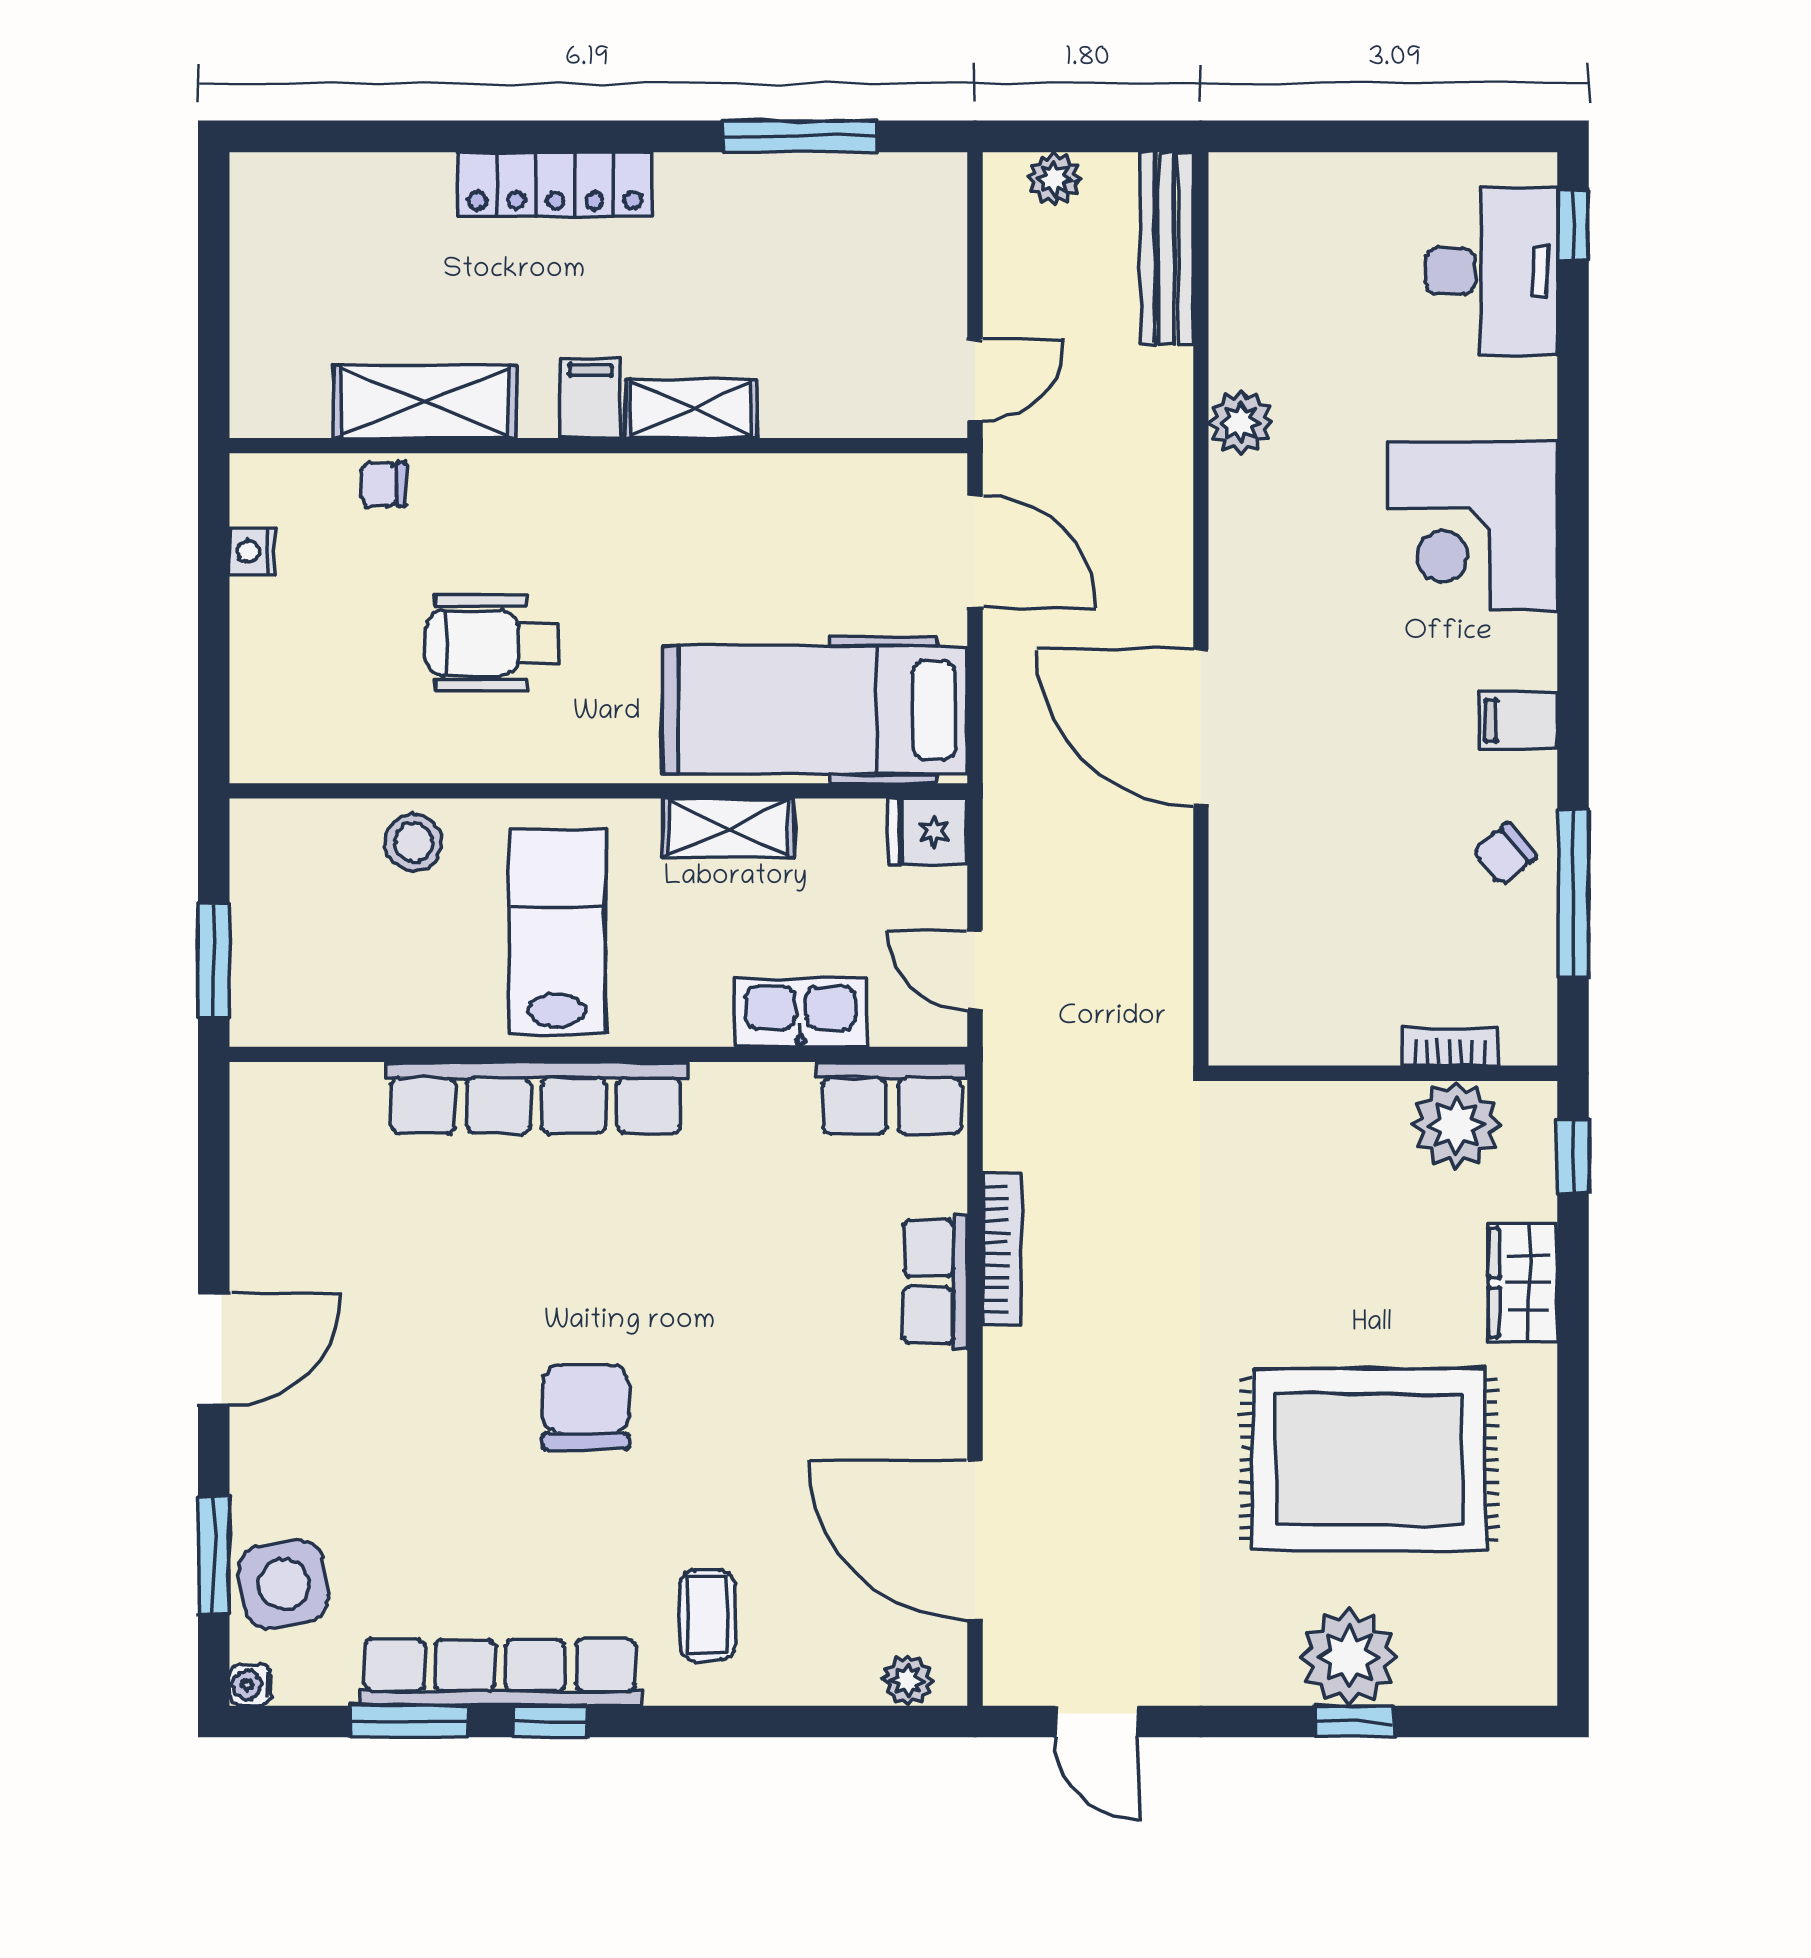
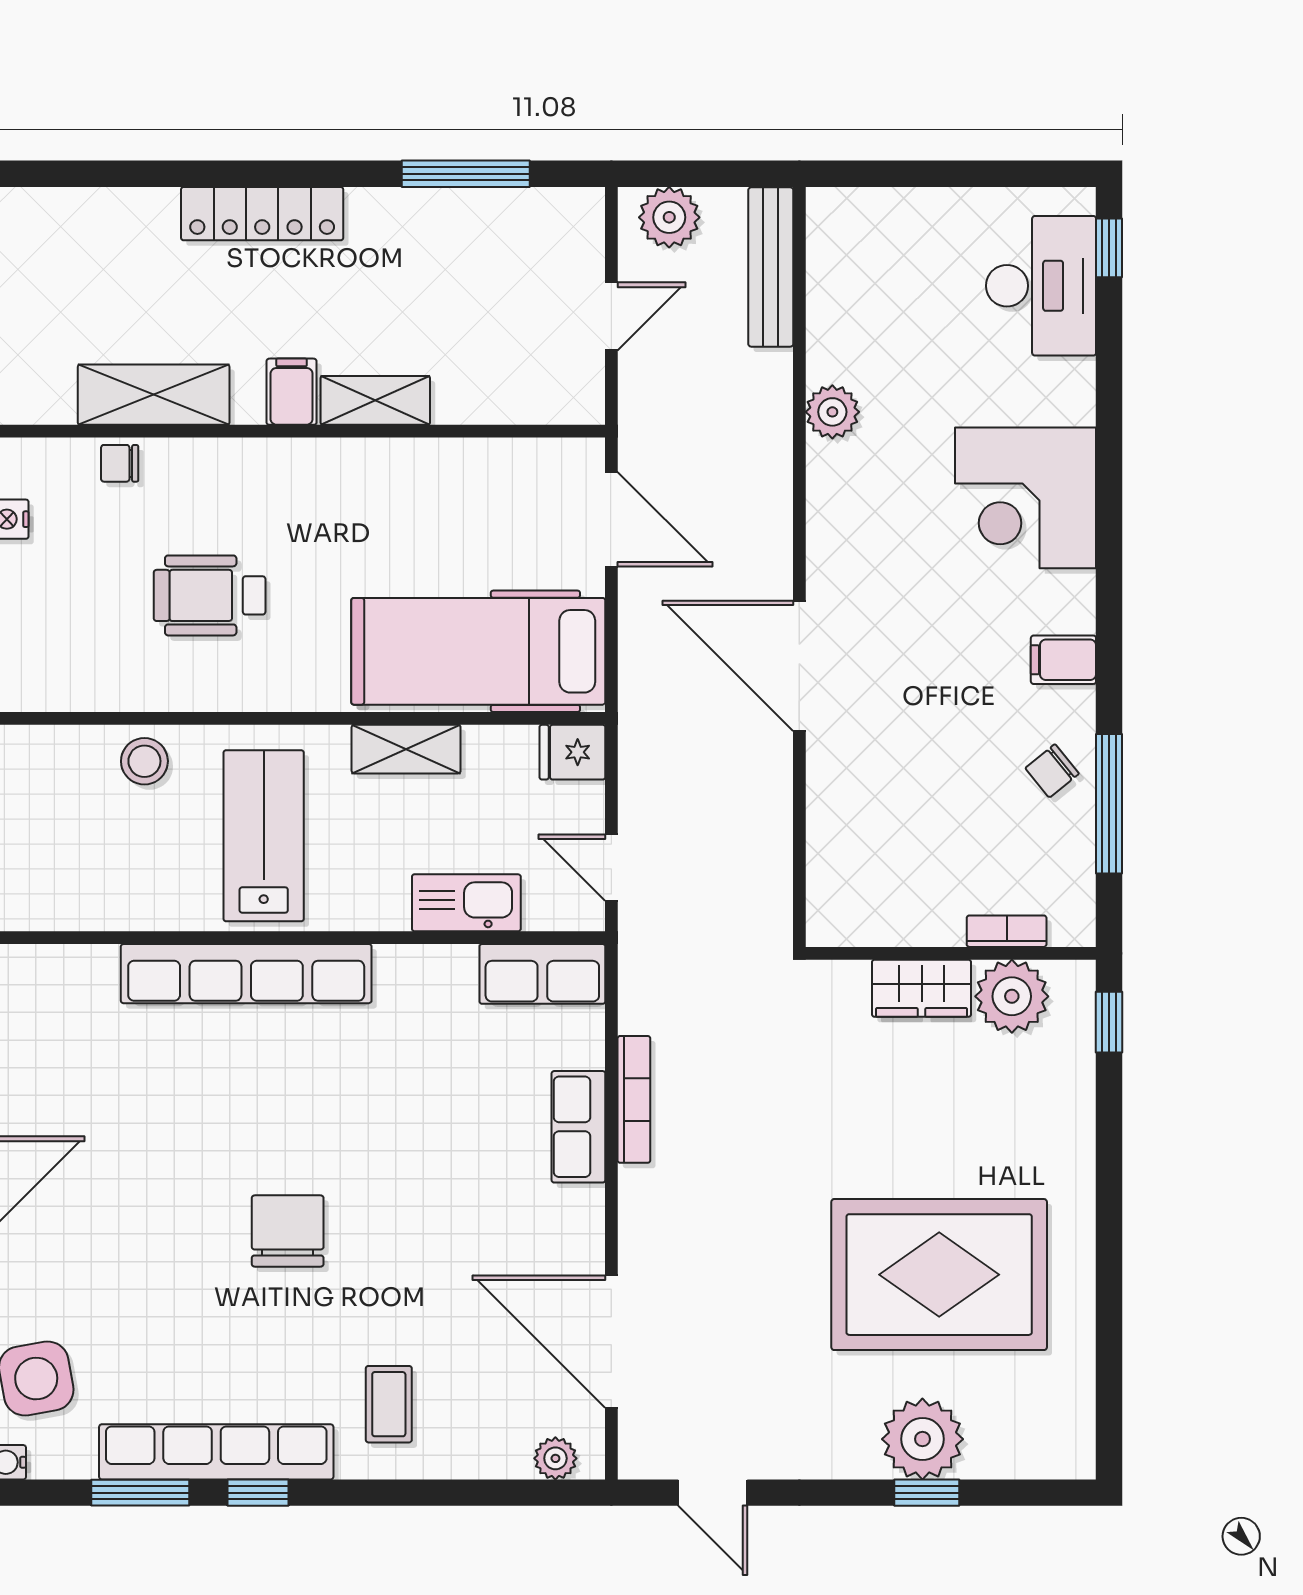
plant: (1054, 179) -> (669, 217), width x1.38, depth x1.38
door: (975, 380) -> (611, 316), moved
wardrobe: (1523, 1283) -> (922, 988), moved, turned -90

